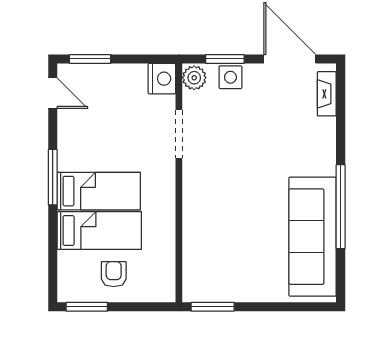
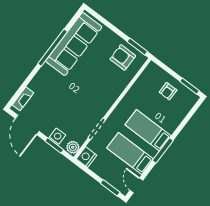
bed: (99, 230) -> (130, 154), moved
armchair: (222, 273) -> (123, 57), added

